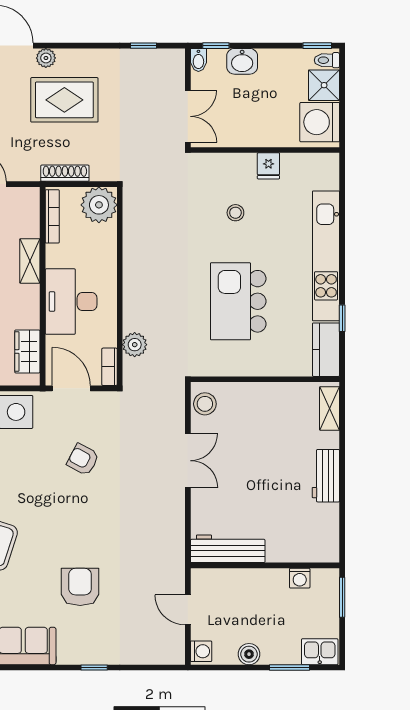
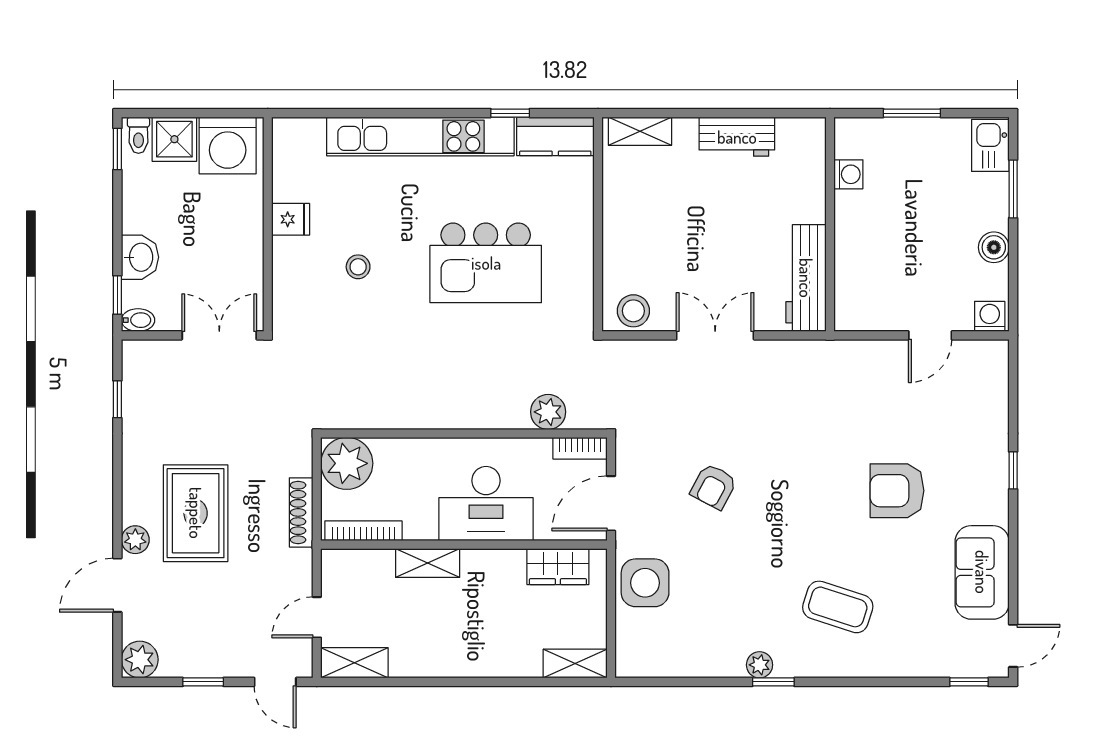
workbench: (228, 549) -> (806, 278), moved
wall: (265, 565) -> (830, 224), moved
washing machine: (300, 578) -> (848, 174), moved

